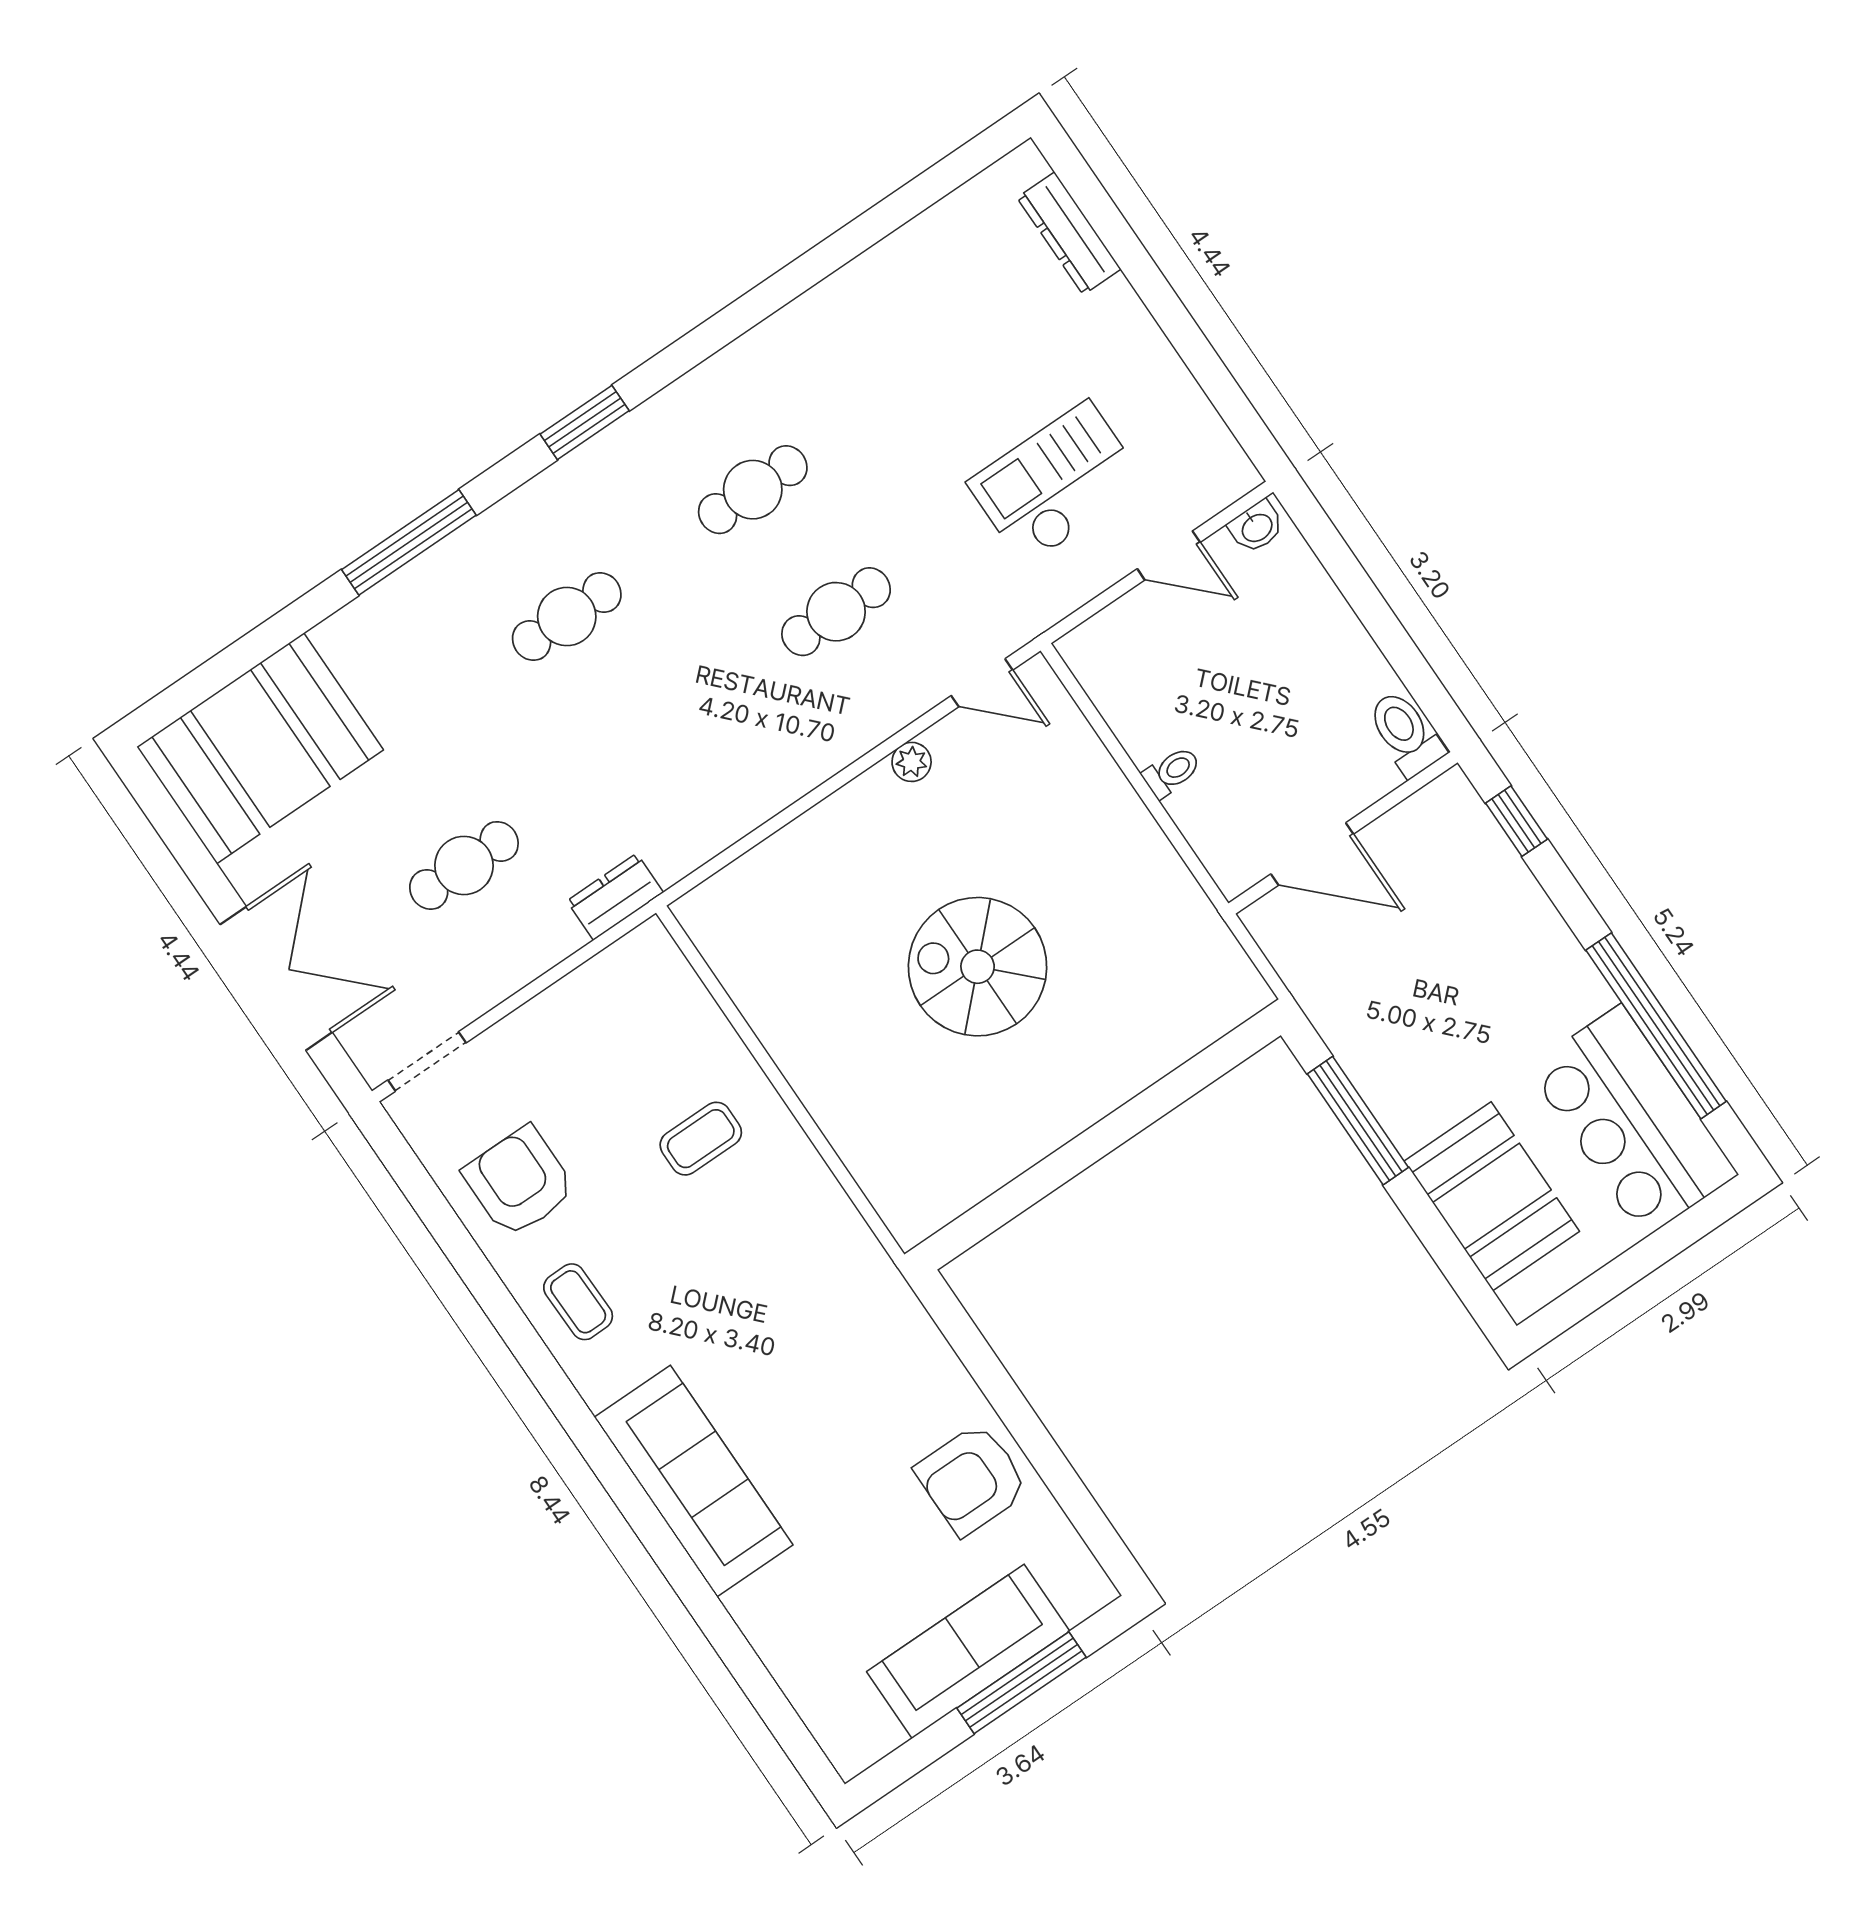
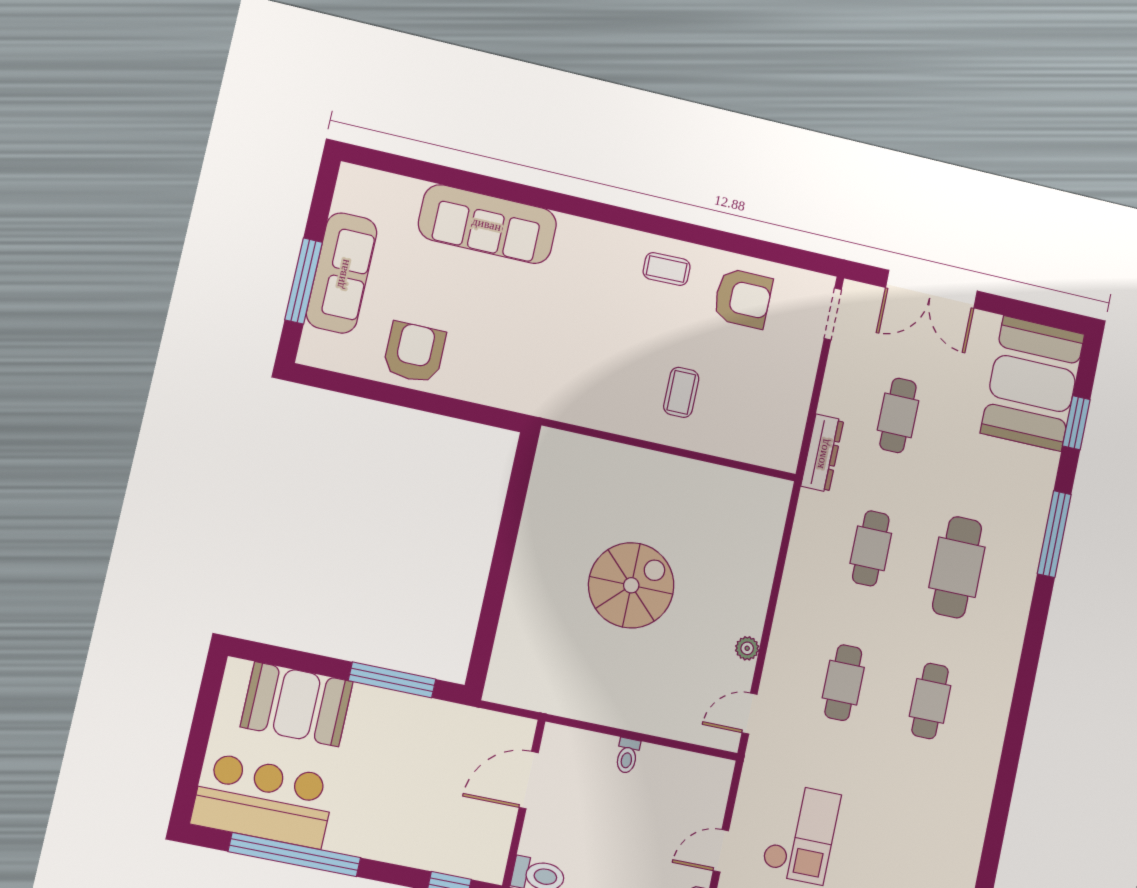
window: (585, 422) -> (1076, 423), moved
cafe table: (567, 617) -> (957, 567), width x1.37, depth x1.35
cafe table: (650, 739) -> (871, 548), added
dresser: (615, 897) -> (822, 453), width x1.44
sofa: (694, 1481) -> (487, 224), moved

